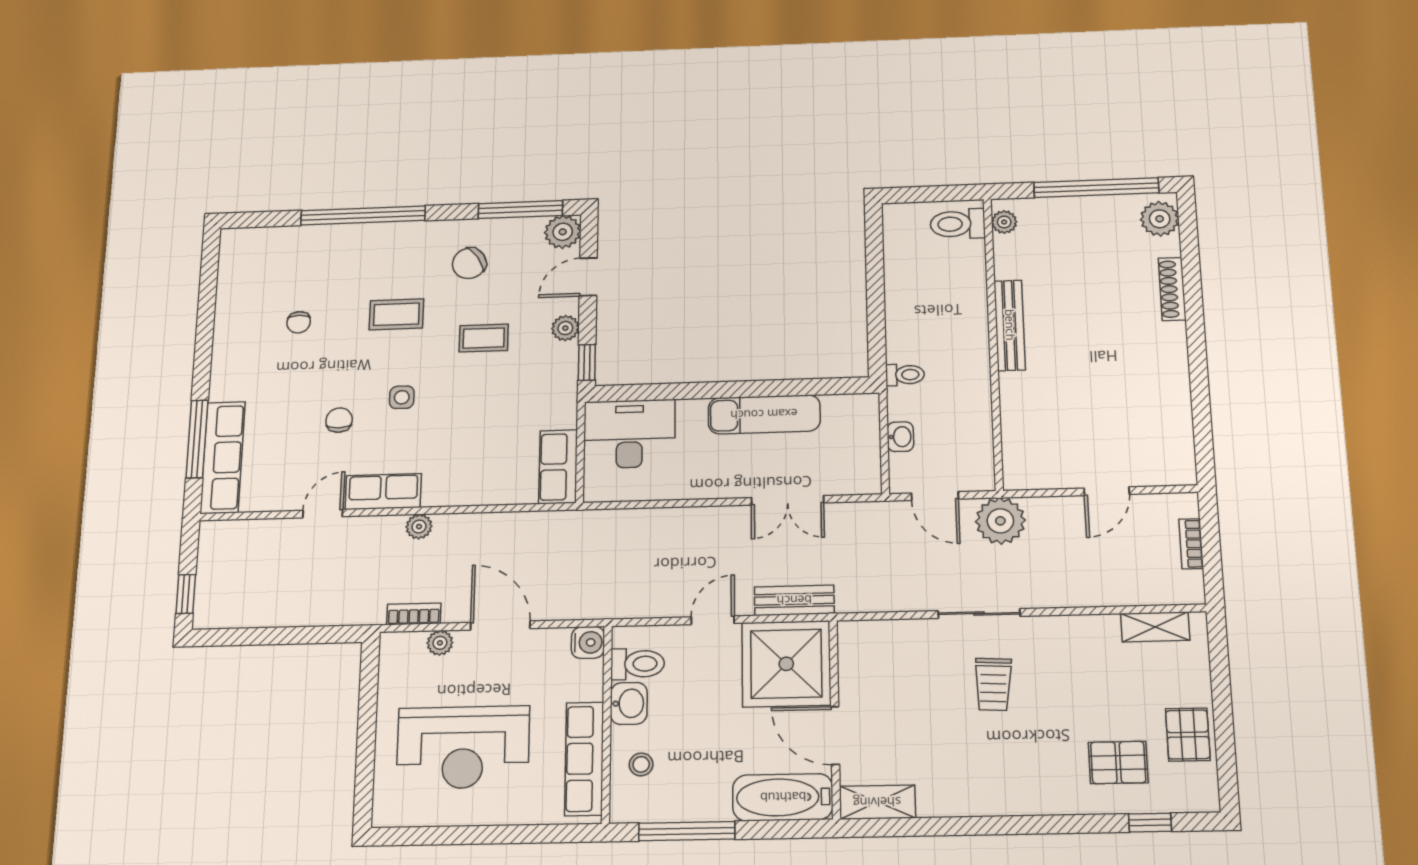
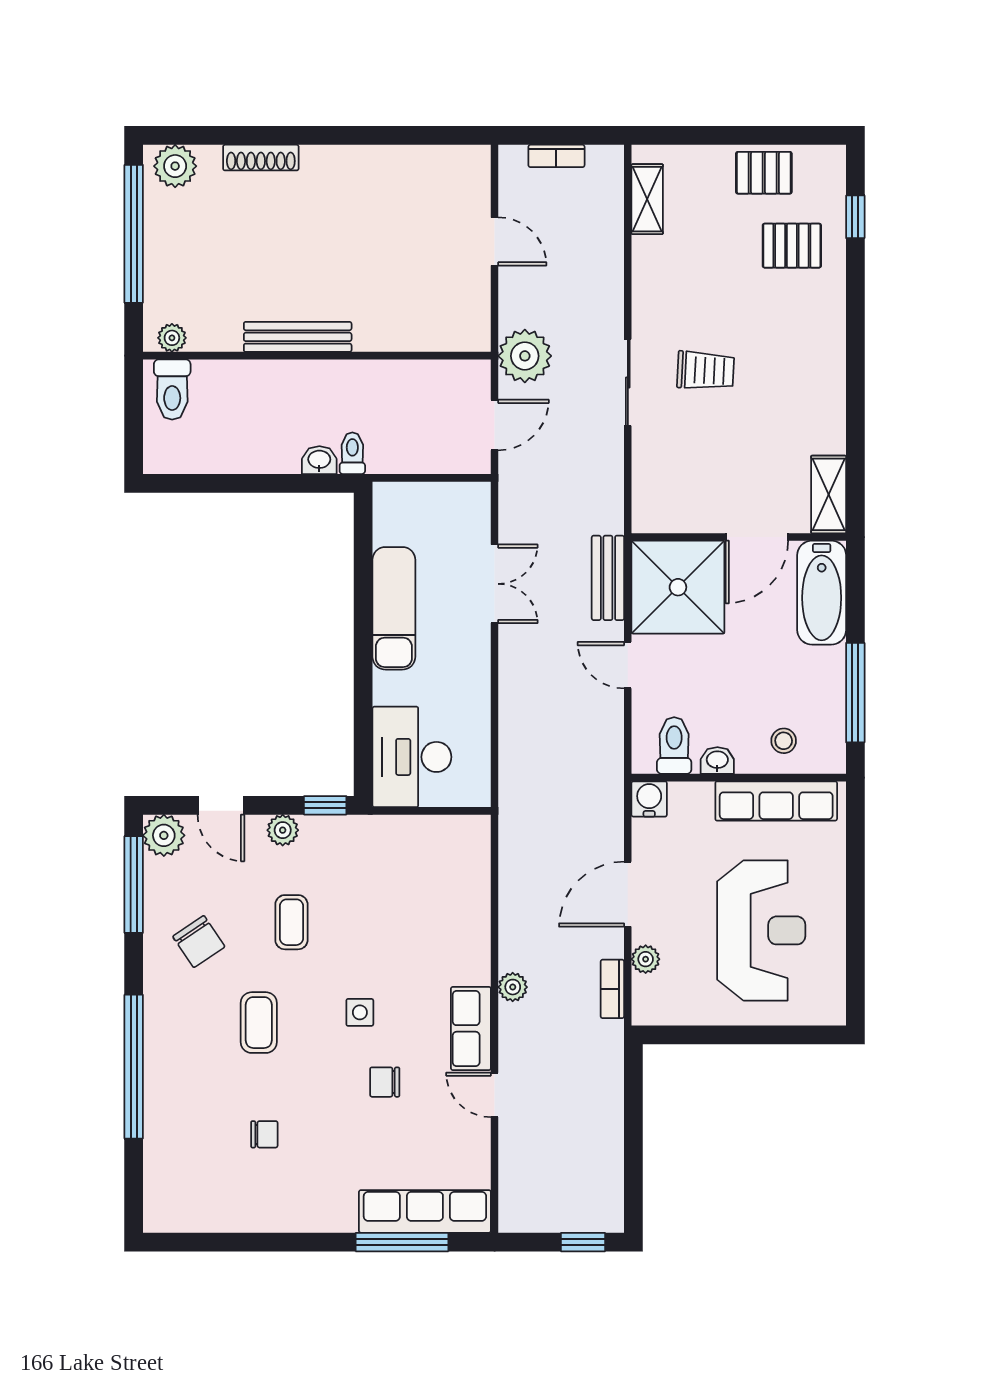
washbasin: (900, 437) -> (319, 460), moved
row of seats: (558, 467) -> (448, 835), removed
washbasin: (629, 703) -> (717, 760), width x0.72, depth x0.69
pallet: (1118, 762) -> (792, 246), turned 90

